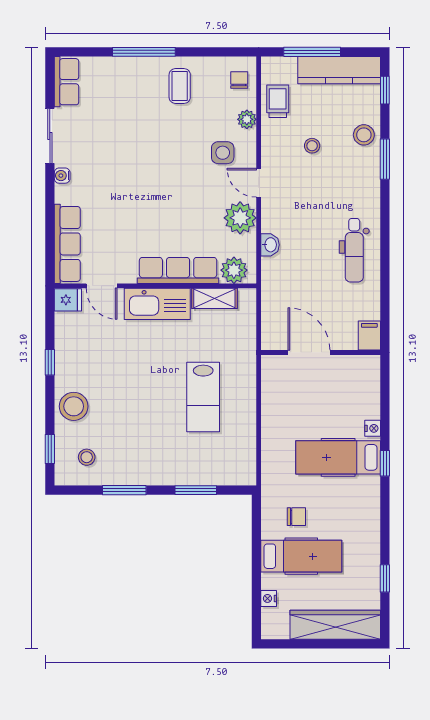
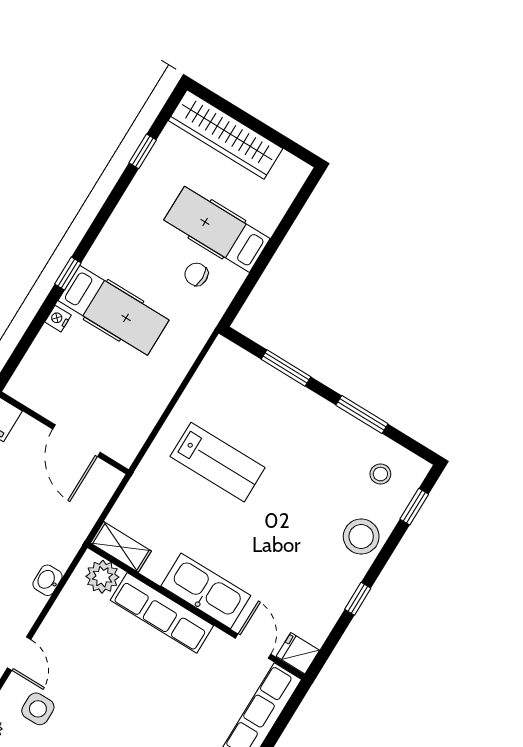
plant: (240, 218) -> (62, 628), removed
shelving: (214, 298) -> (121, 547), moved
lab bench: (203, 397) -> (218, 462), turned 90
nightstand: (269, 598) -> (279, 206), removed

